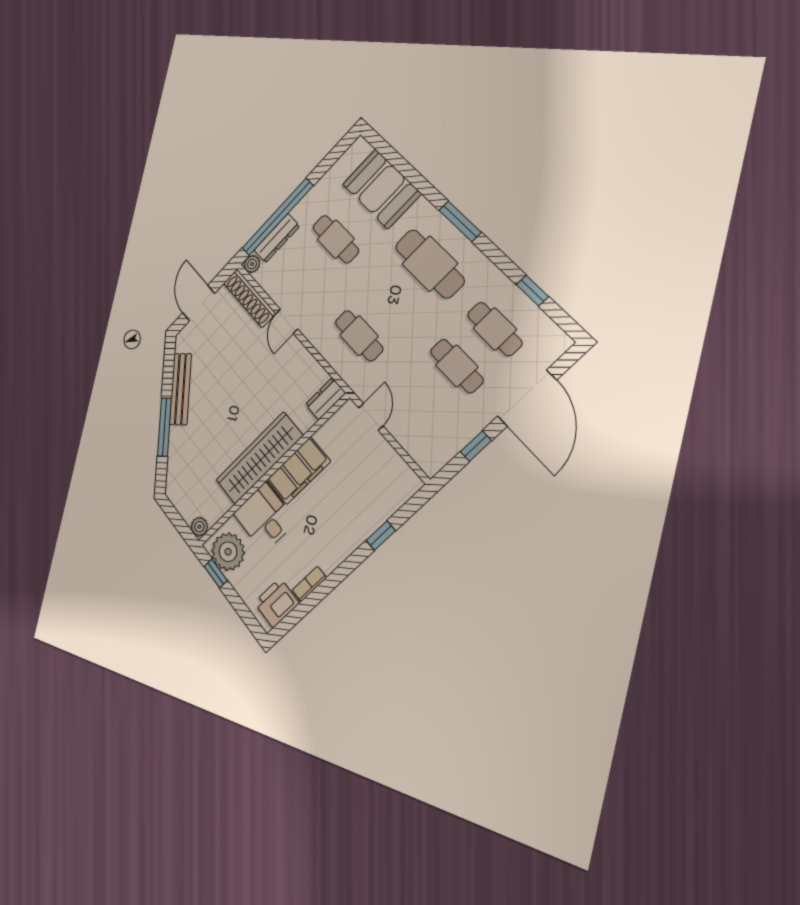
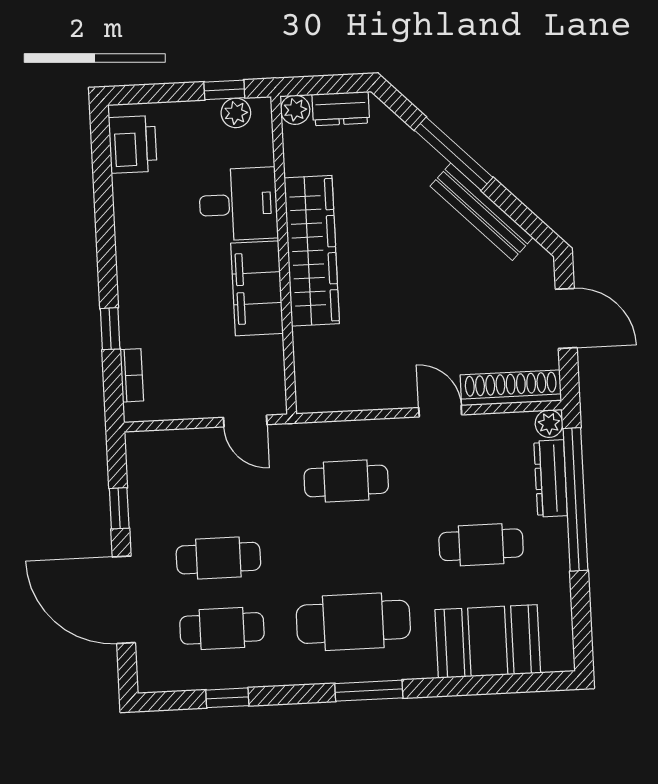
dresser: (325, 399) -> (341, 109), moved, turned 90
plant: (228, 552) -> (236, 113), width x0.53, depth x0.53
bookcase: (309, 584) -> (132, 375), moved

